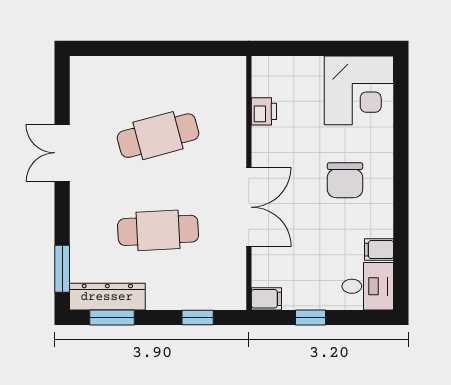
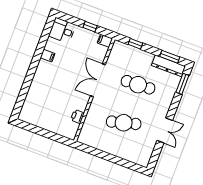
corner desk: (359, 90) -> (36, 110), removed
chair: (345, 180) -> (55, 76), removed
filing cabinet: (379, 250) -> (48, 56), moved

